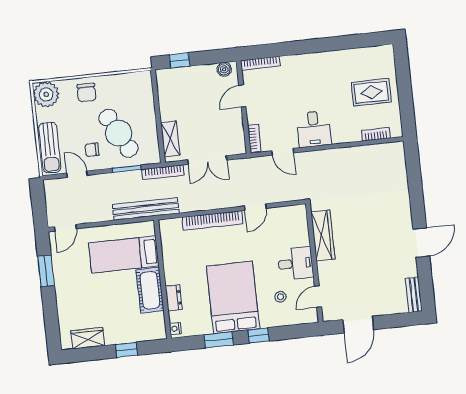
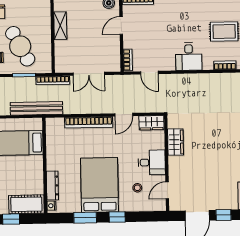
desk: (314, 129) -> (189, 56), moved
shelving: (170, 139) -> (60, 26), moved
wardrobe: (291, 214) -> (151, 123), added
wardrobe: (323, 235) -> (175, 142), width x0.67
cot: (150, 290) -> (26, 204), moved, turned 90
dresser: (174, 298) -> (52, 186), width x1.44
window: (391, 321) -> (223, 215), added

